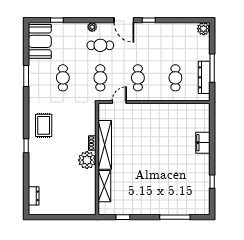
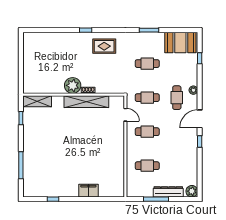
dresser: (204, 77) -> (168, 192), moved
shelving: (104, 186) -> (37, 101), moved
dresser: (34, 196) -> (40, 37), removed

